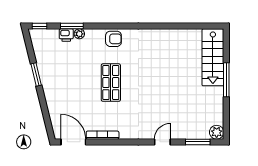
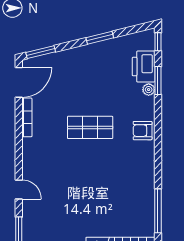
window: (180, 26) -> (158, 211), added
printer: (66, 35) -> (144, 67), width x1.87, depth x1.48
armchair: (113, 39) -> (143, 131), turned 90
window: (48, 124) -> (41, 52), added

